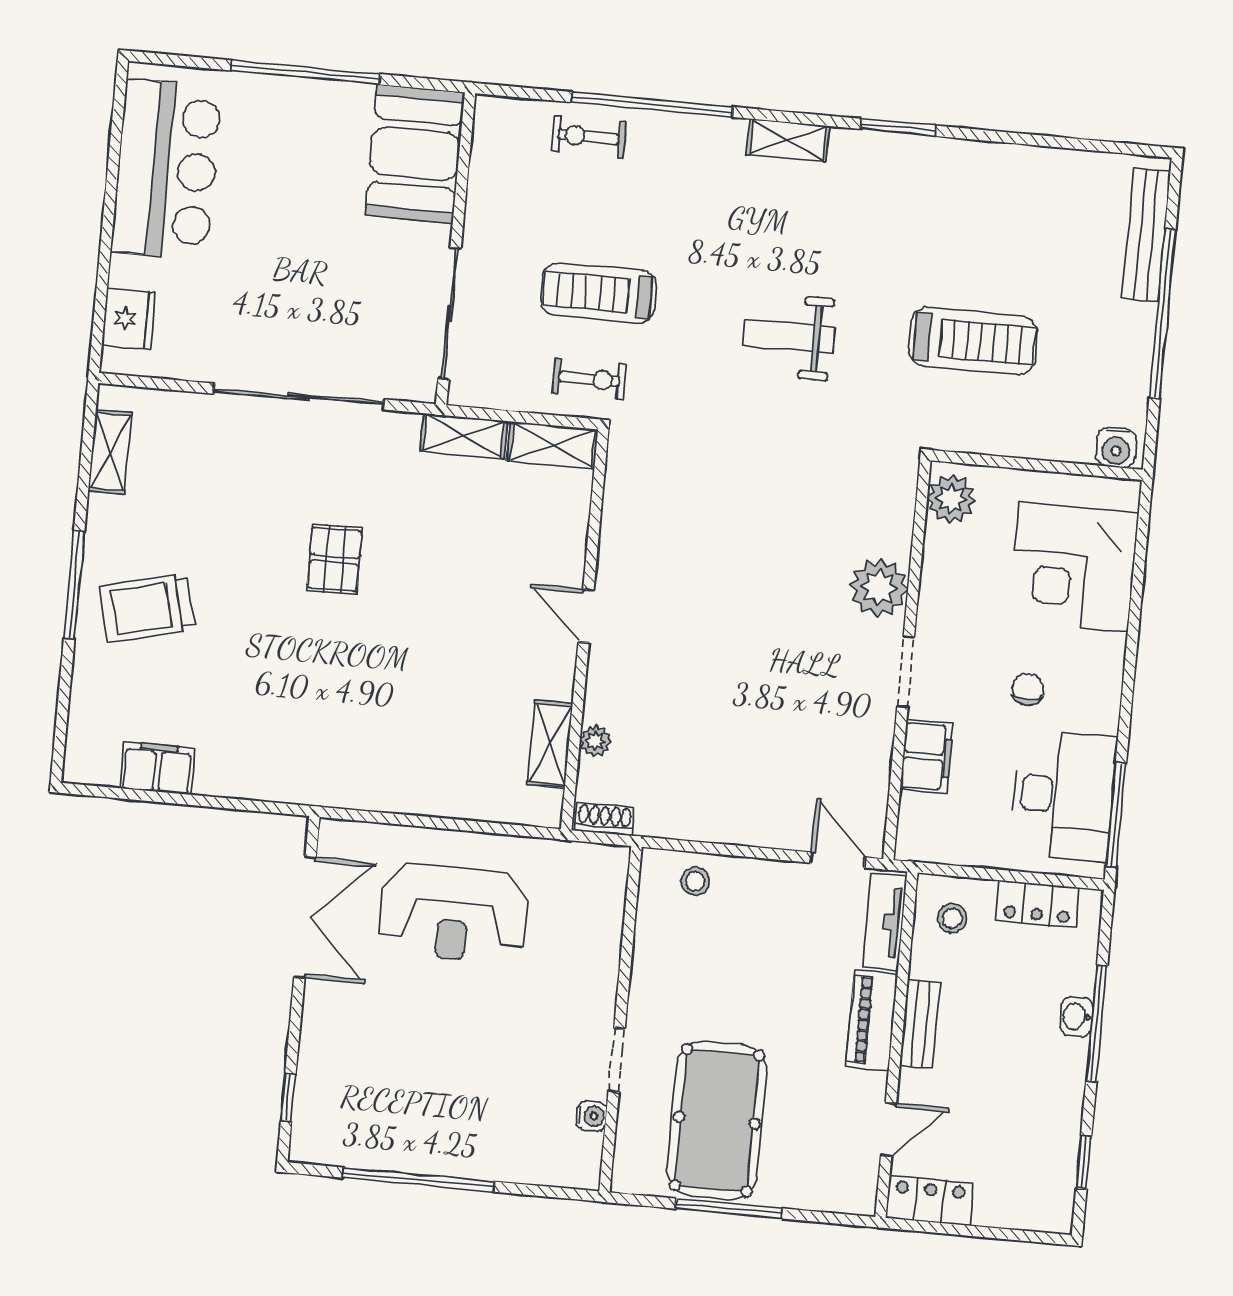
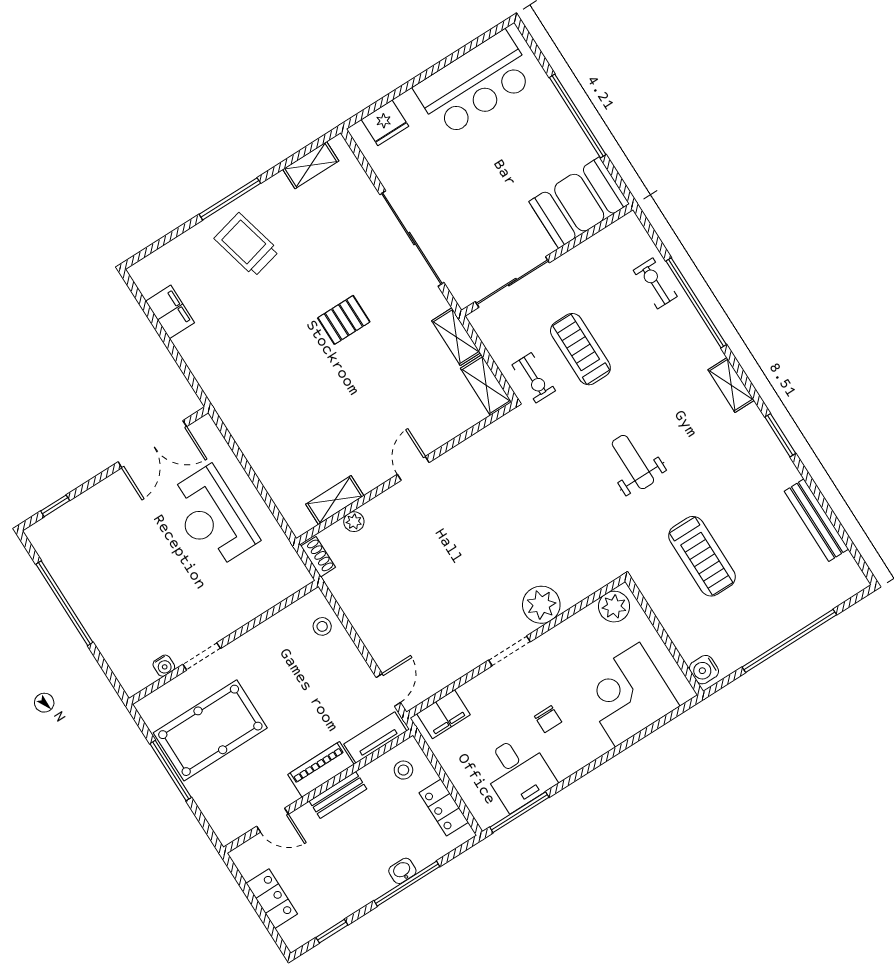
bench: (1146, 235) -> (816, 520), moved, turned 90
chair: (1028, 689) -> (548, 719), turned 90
filing cabinet: (926, 757) -> (443, 714), moved
desk: (1063, 795) -> (518, 772), width x0.73
locker: (930, 1201) -> (272, 899), moved

